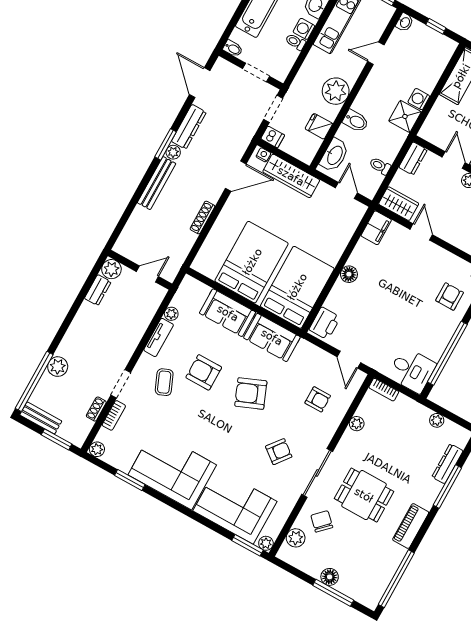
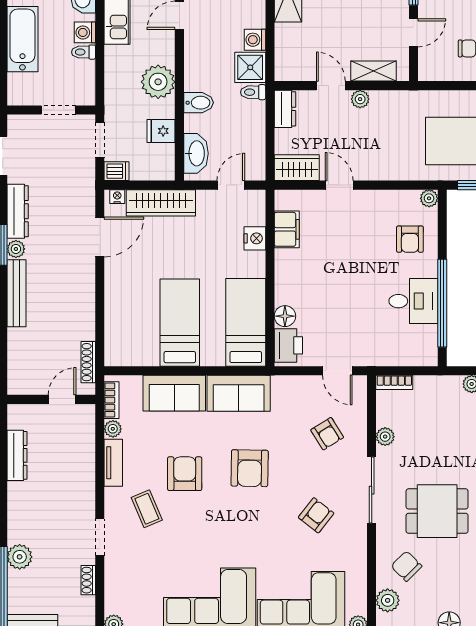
bidet: (233, 49) -> (18, 98), removed
toilet: (380, 166) -> (253, 92), moved
door: (346, 190) -> (231, 185), hinge flipped
shoe rack: (202, 218) -> (88, 362), moved
filing cabinet: (376, 228) -> (287, 229), moved
nightstand: (342, 236) -> (255, 238), added
bed: (252, 262) -> (180, 323), width x0.67
plant: (111, 269) -> (19, 416), removed
floor lamp: (349, 274) -> (285, 316), moved
bed: (297, 287) -> (246, 322), width x0.67
dresser: (98, 290) -> (17, 455), width x1.44
armchair: (450, 297) -> (410, 239), turned 180
desk: (412, 370) -> (413, 301), moved
armchair: (204, 372) -> (185, 474), turned 90
armchair: (251, 394) -> (250, 468), turned -67
armchair: (318, 399) -> (327, 434), turned 58
bookcase: (114, 415) -> (112, 400), moved
sliding door: (317, 473) -> (372, 490), moved

